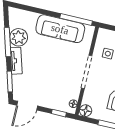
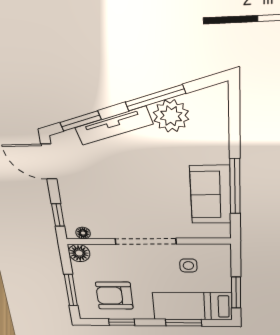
window: (76, 19) -> (235, 186), moved
sofa: (60, 29) -> (211, 195), width x0.73
tv unit: (16, 61) -> (114, 126), width x1.41

